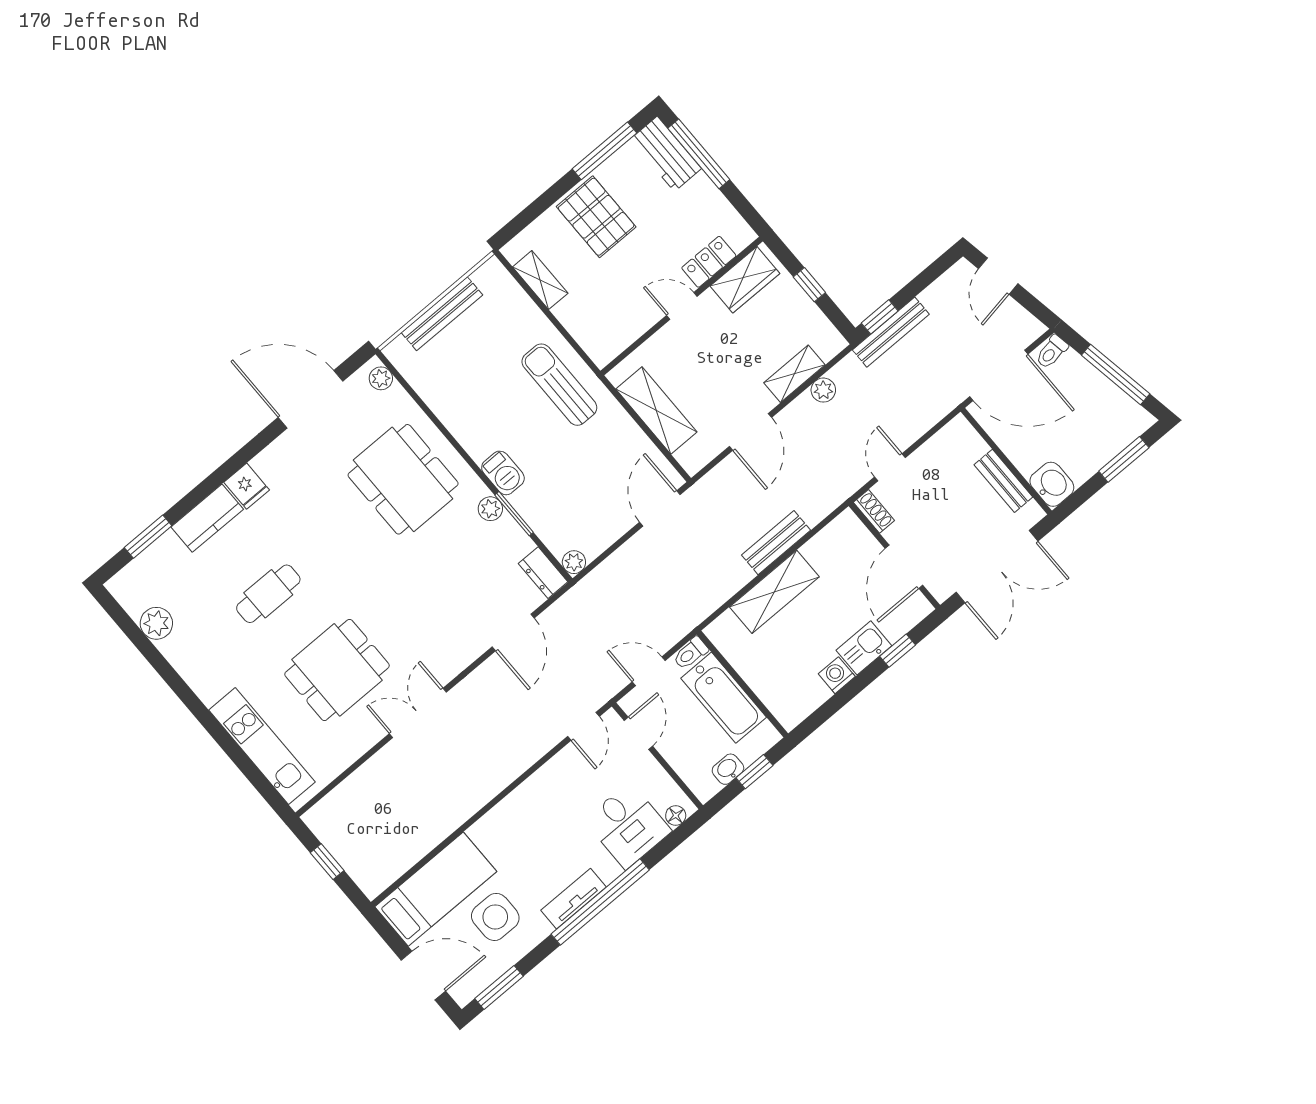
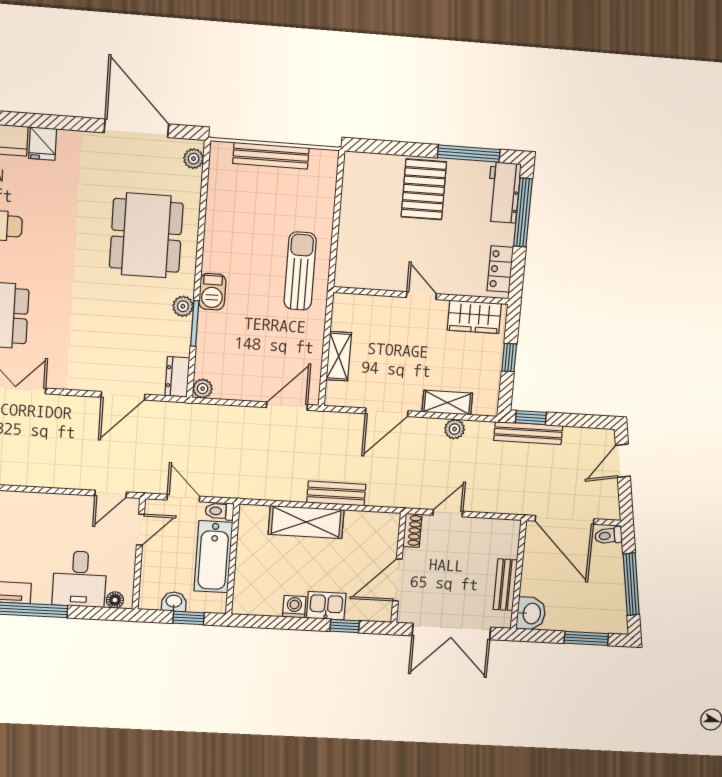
locker: (709, 262) -> (500, 269), moved, turned -90
shelving: (540, 280) -> (352, 195), removed
shelving: (656, 410) -> (339, 356), width x0.67, depth x0.75

